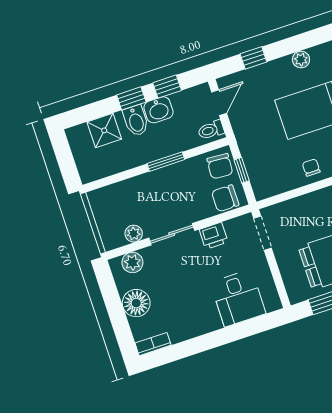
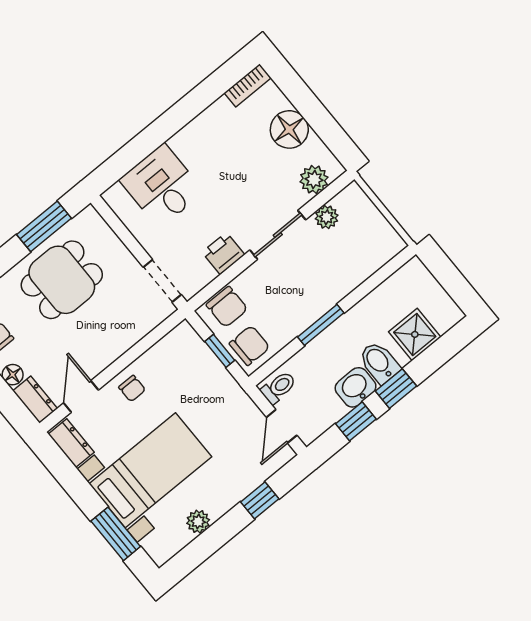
chair: (220, 166) -> (250, 345), turned 86
chair: (225, 198) -> (227, 307), turned 90

